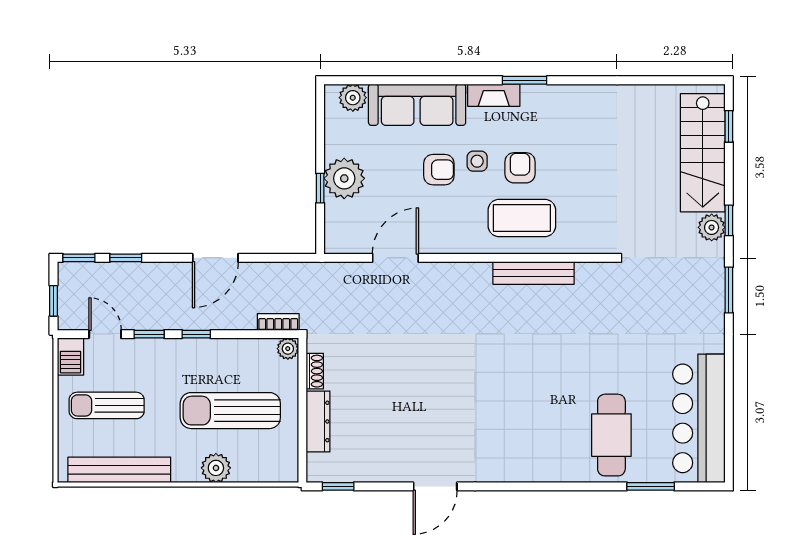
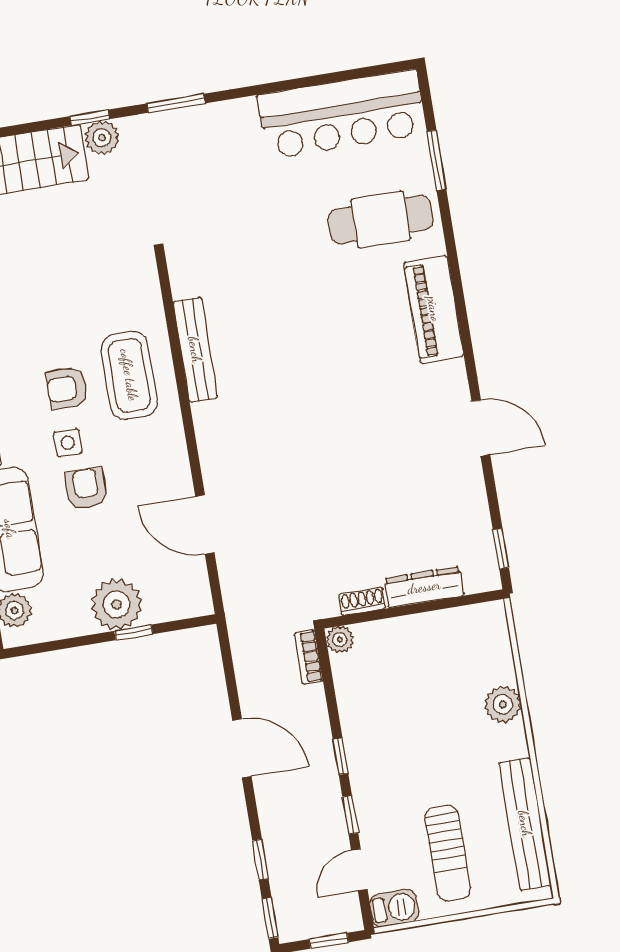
sun lounger: (230, 411) -> (429, 698), removed
piano: (534, 465) -> (434, 309), added

